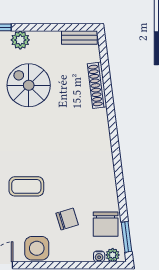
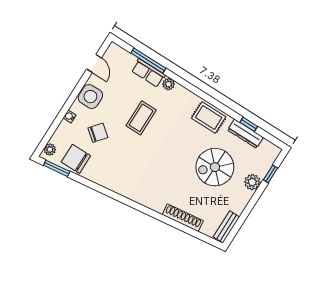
spiral stairs: (29, 85) -> (215, 167), turned 180
chair: (67, 219) -> (98, 133), turned -124
water cooler: (99, 256) -> (70, 116), moved

